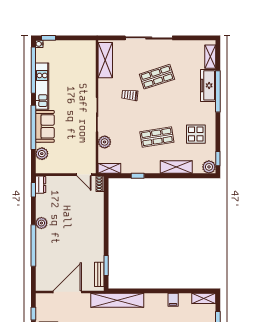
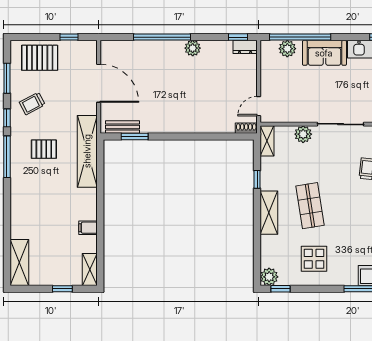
window: (33, 127) -> (300, 37), moved
shelving: (176, 167) -> (269, 213), moved

